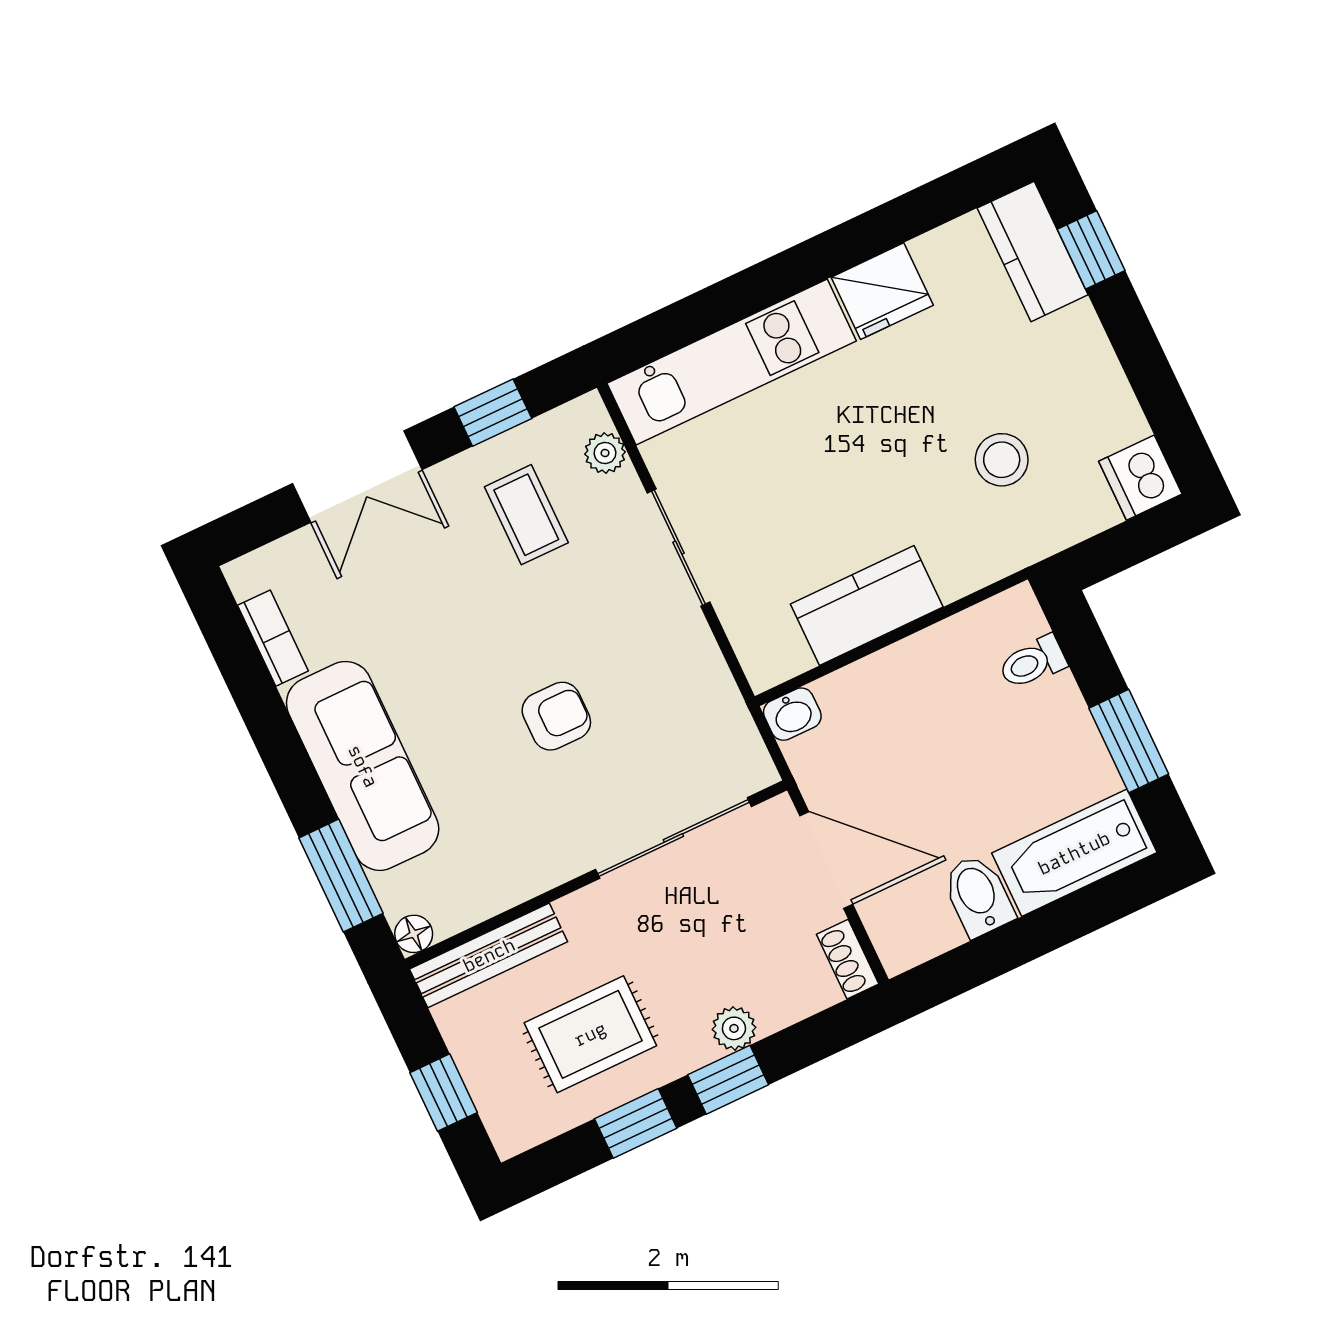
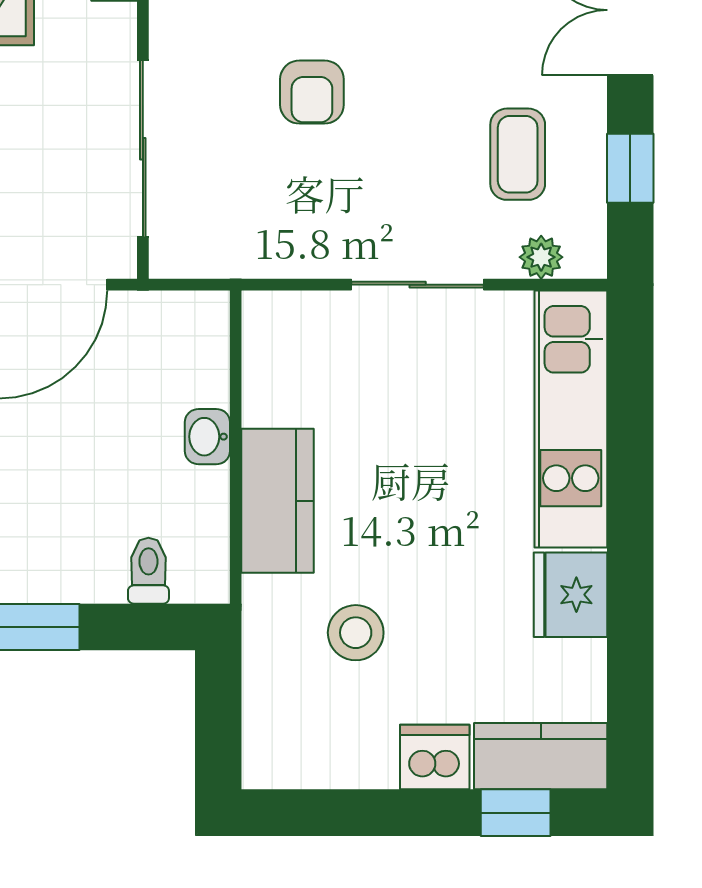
dishwasher: (1140, 478) -> (435, 757), moved
coffee table: (526, 515) -> (518, 154), turned 90
kitchen counter: (867, 605) -> (277, 501), moved
washbasin: (792, 714) -> (207, 437), moved

